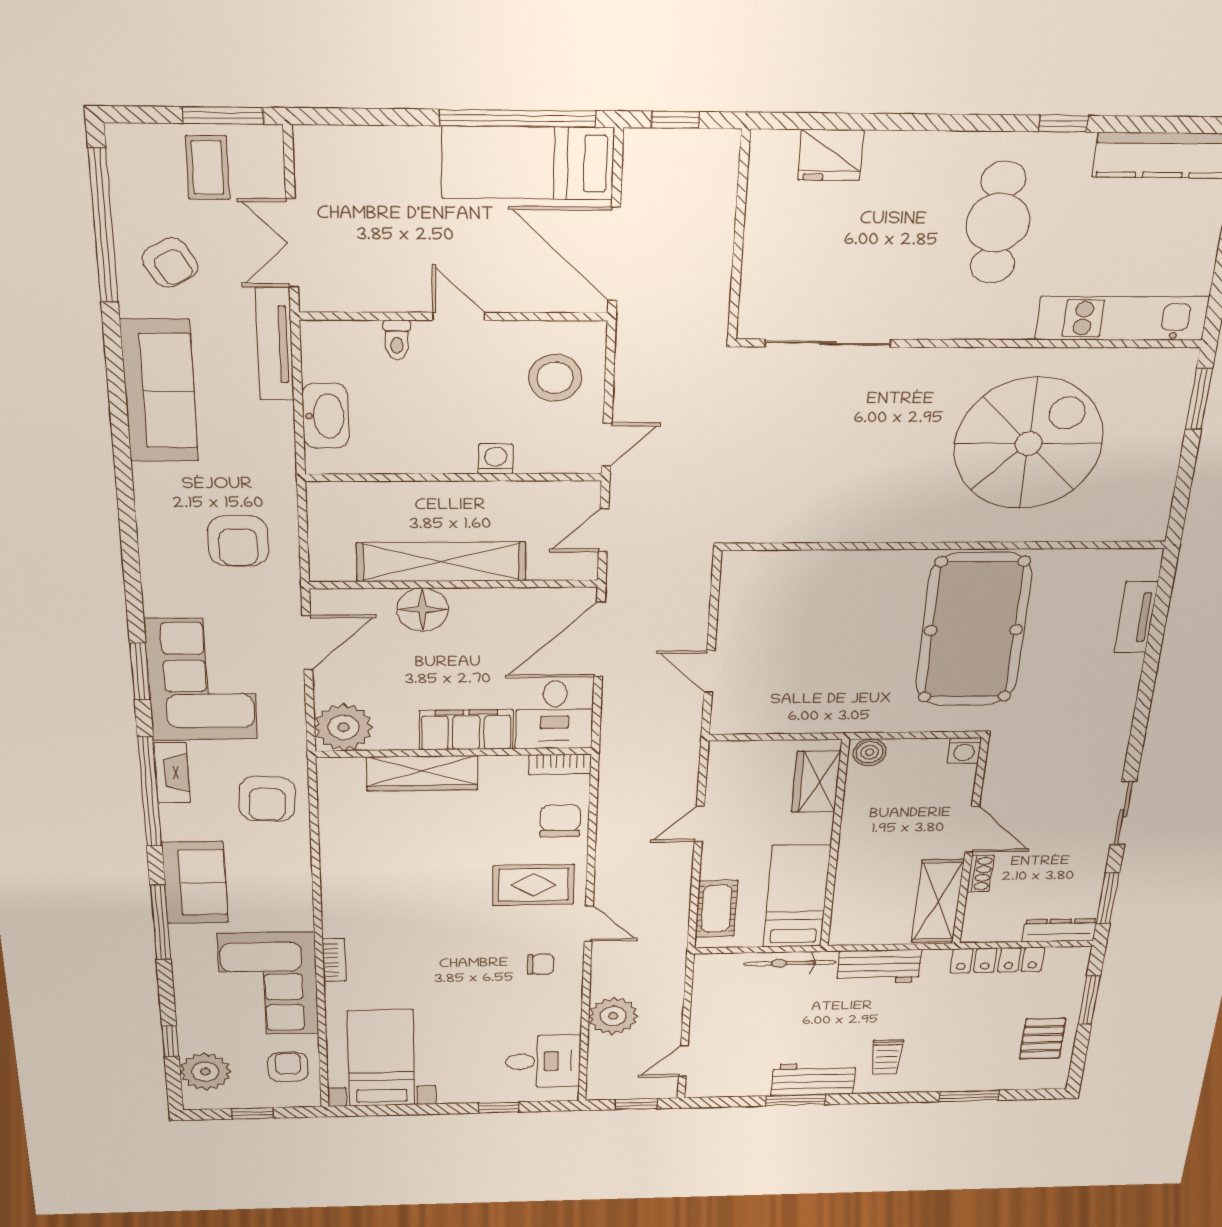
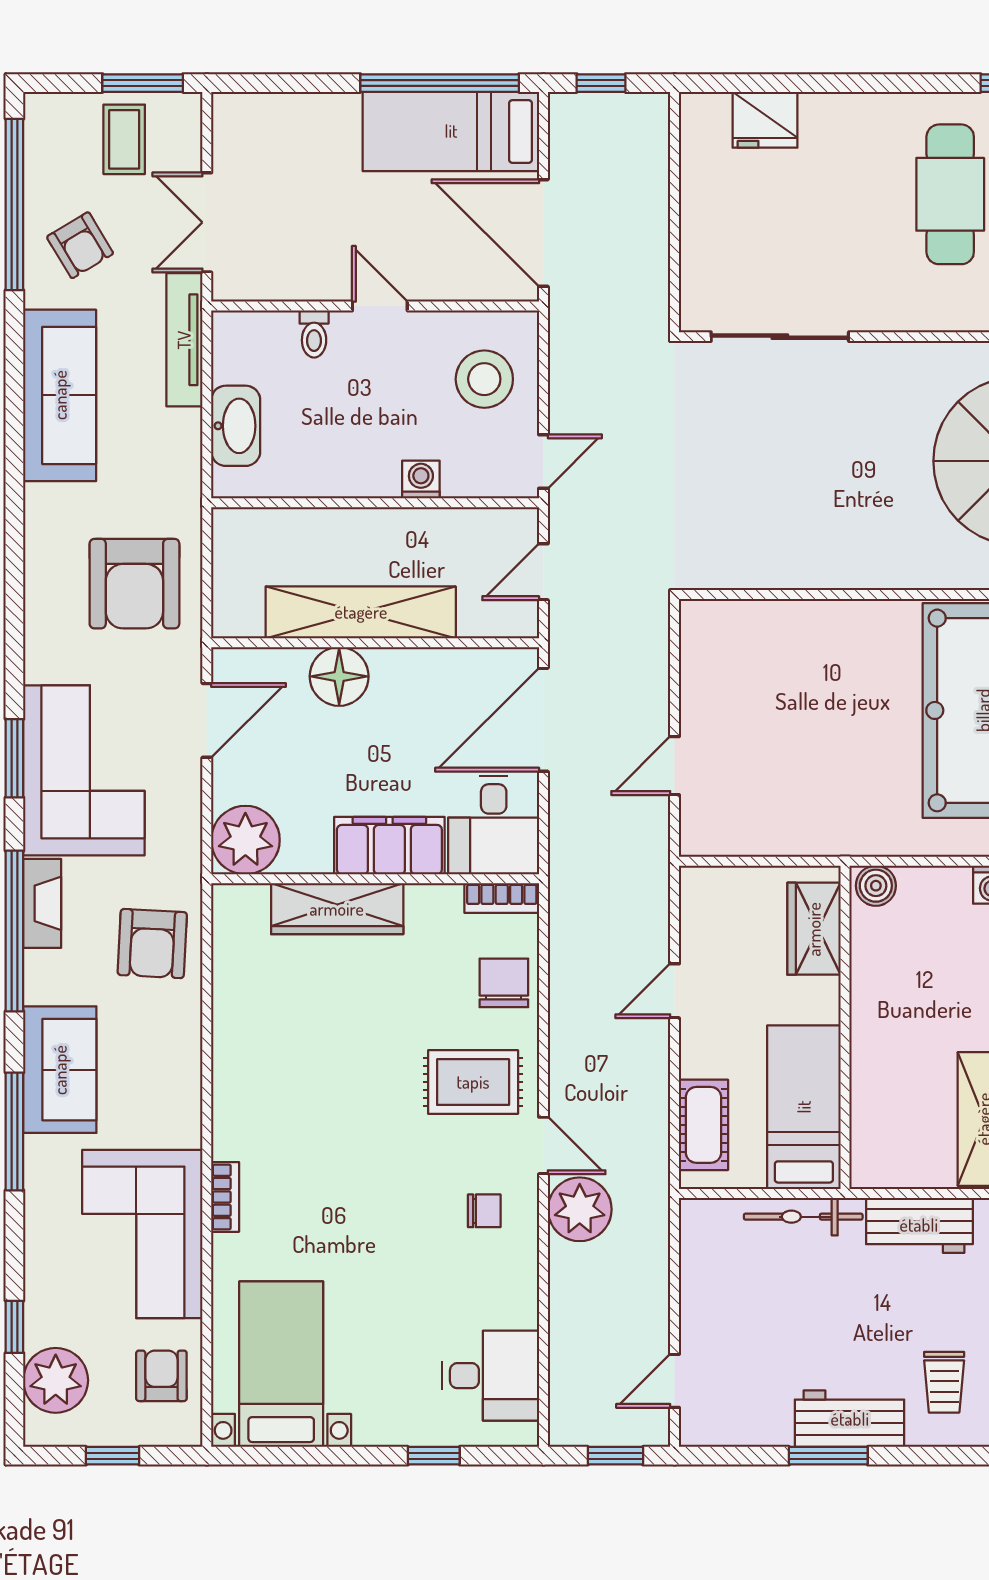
armchair: (238, 541) -> (134, 584), width x1.36, depth x1.36
door: (710, 671) -> (675, 766), hinge flipped
plant: (613, 1016) -> (580, 1209), moved

